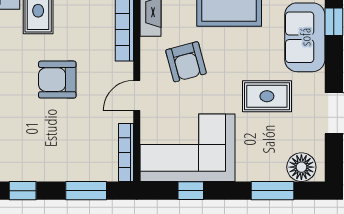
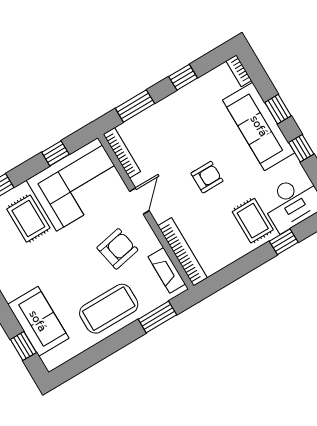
armchair: (186, 62) -> (117, 249), turned 94
armchair: (57, 80) -> (207, 177), width x0.72, depth x0.72
rug: (267, 96) -> (28, 219), moved, turned 90

